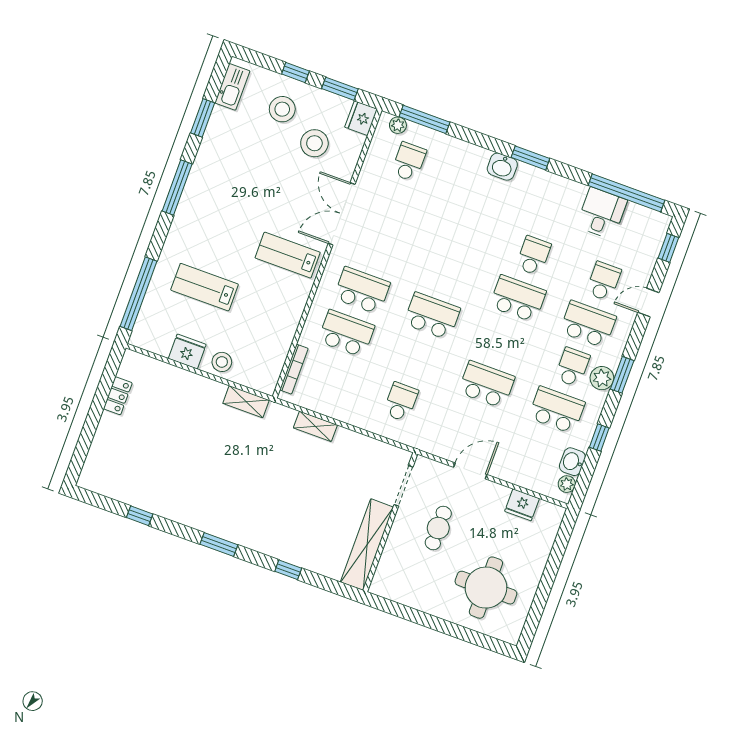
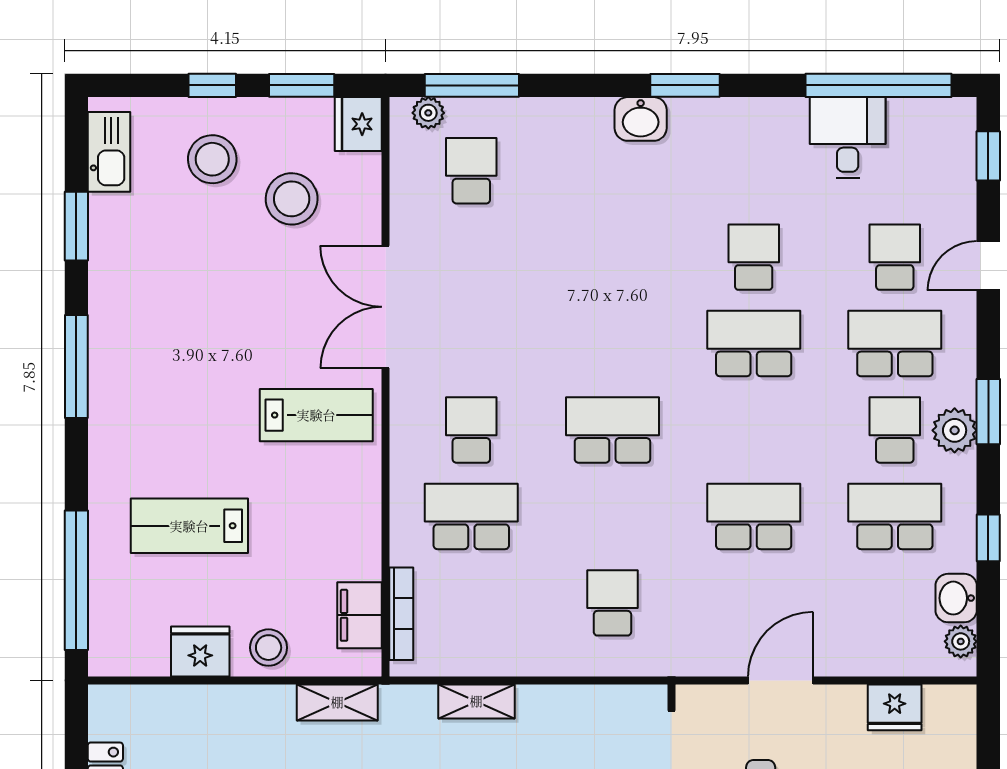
lab bench: (288, 255) -> (316, 415), turned 180
school desk: (362, 291) -> (471, 430), width x0.54
filing cabinet: (273, 362) -> (360, 615), added

